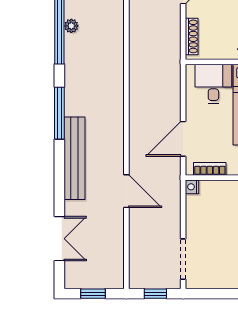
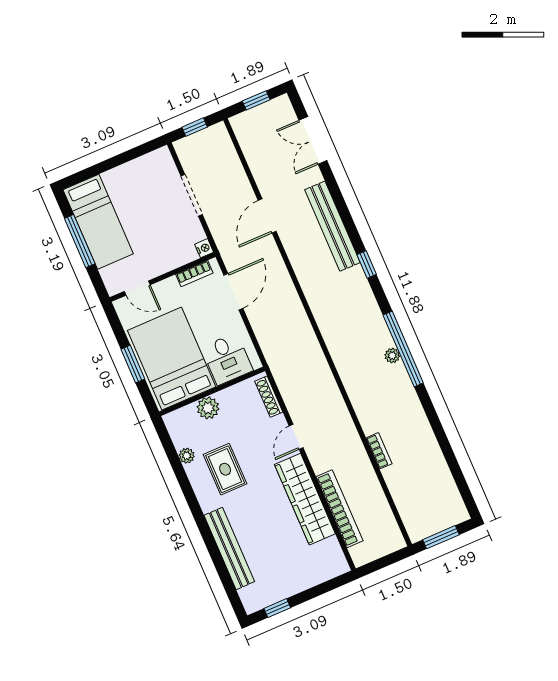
window: (59, 113) -> (367, 264), width x0.46
door: (126, 191) -> (267, 216), hinge flipped
doorway: (183, 259) -> (192, 195), moved

